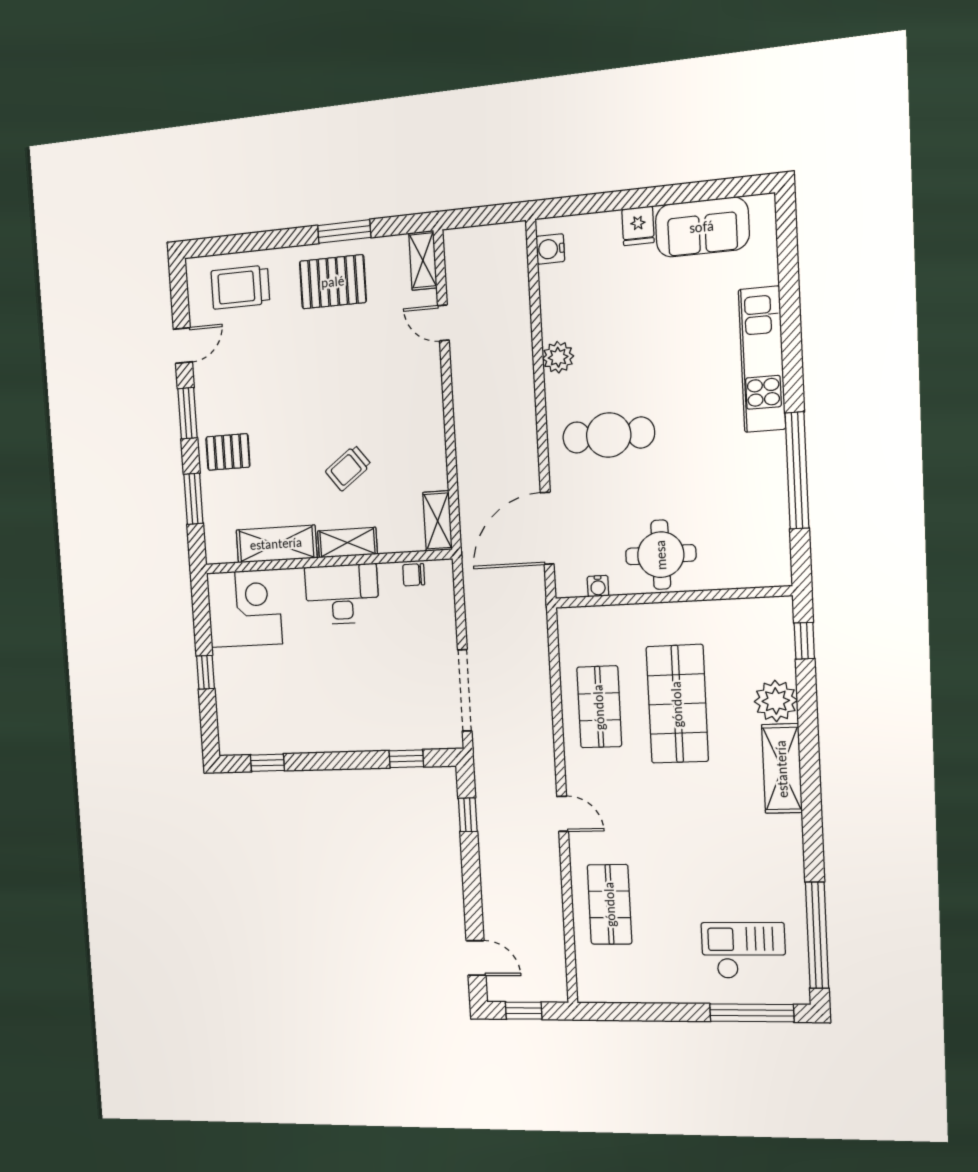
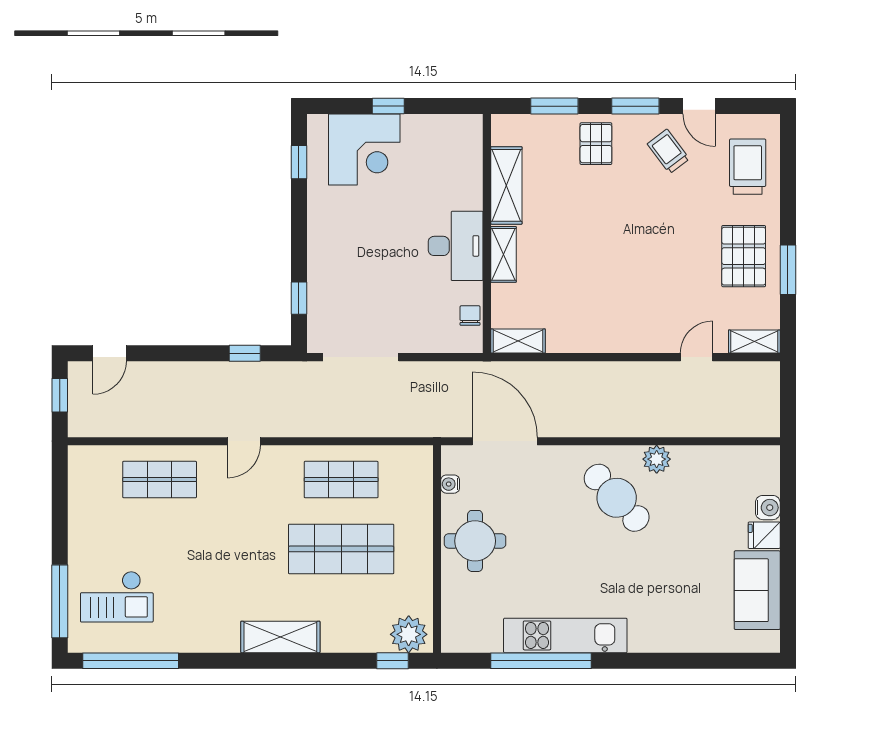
water cooler: (550, 249) -> (768, 508), moved, turned 90
kitchen unit: (762, 359) -> (565, 635), moved
cafe table: (609, 435) -> (617, 498), moved, turned -43
trolley: (348, 468) -> (668, 151), moved
corner desk: (244, 608) -> (364, 149), moved
plant: (776, 701) -> (409, 634), moved
checkout: (744, 950) -> (117, 597), turned 90

